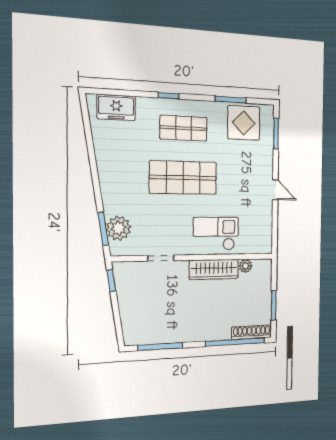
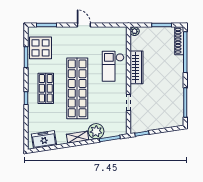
freezer: (116, 107) -> (44, 140), moved, turned -99
shelving: (106, 177) -> (78, 137), added
shop shelf: (183, 178) -> (77, 88), width x1.40
door: (275, 190) -> (84, 25), hinge flipped
plant: (119, 228) -> (96, 131), moved
plant: (245, 266) -> (135, 31), moved

